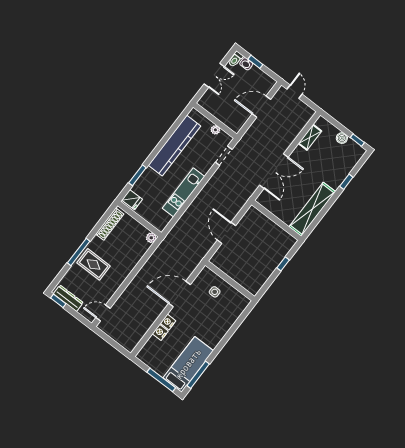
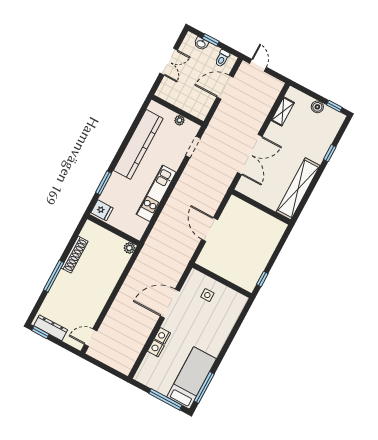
toilet: (236, 59) -> (222, 58), moved
shoe rack: (110, 224) -> (75, 255), moved
rug: (94, 264) -> (72, 287), removed
window: (283, 264) -> (262, 279), moved

